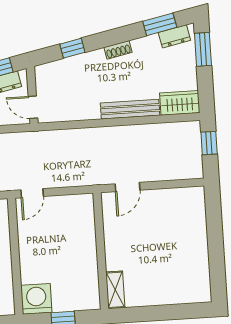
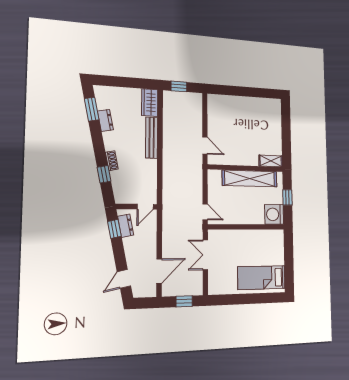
dresser: (174, 36) -> (105, 120), moved
window: (203, 49) -> (113, 81), removed
shoe rack: (118, 50) -> (112, 161), moved
shelving: (86, 258) -> (250, 178), added

